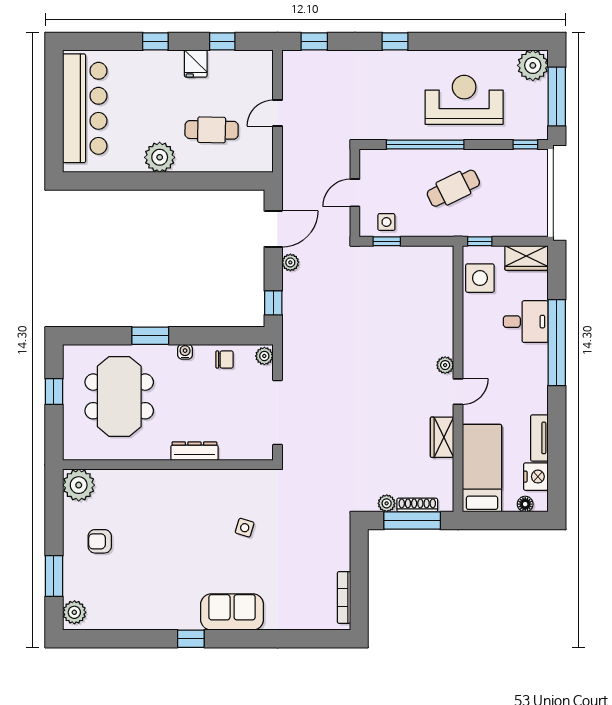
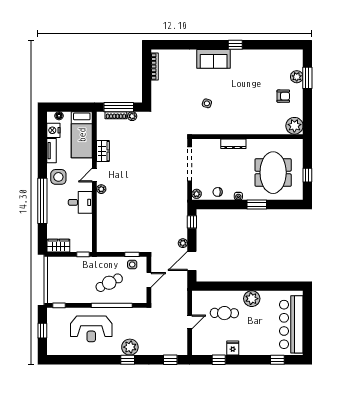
window: (155, 41) -> (277, 360), moved
plant: (533, 65) -> (130, 347), moved
window: (557, 97) -> (42, 331), width x0.46
cafe table: (453, 188) -> (109, 283), moved
side table: (480, 278) -> (58, 177), moved
desk: (526, 322) -> (80, 202), moved, turned 180
plant: (74, 612) -> (297, 77), moved

